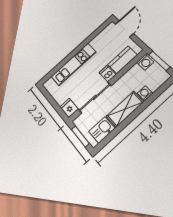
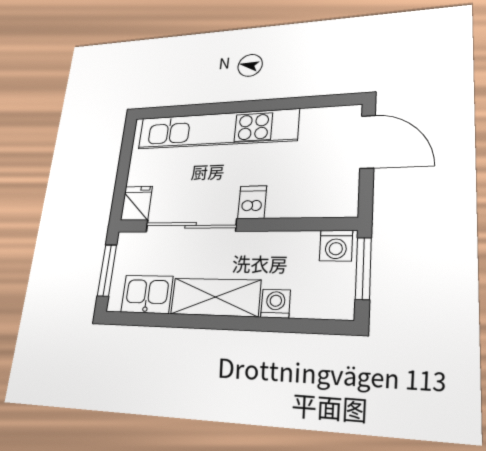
door: (124, 29) -> (368, 142), hinge flipped
kitchen counter: (122, 60) -> (302, 201), removed
kitchen unit: (74, 64) -> (217, 129), width x1.36

